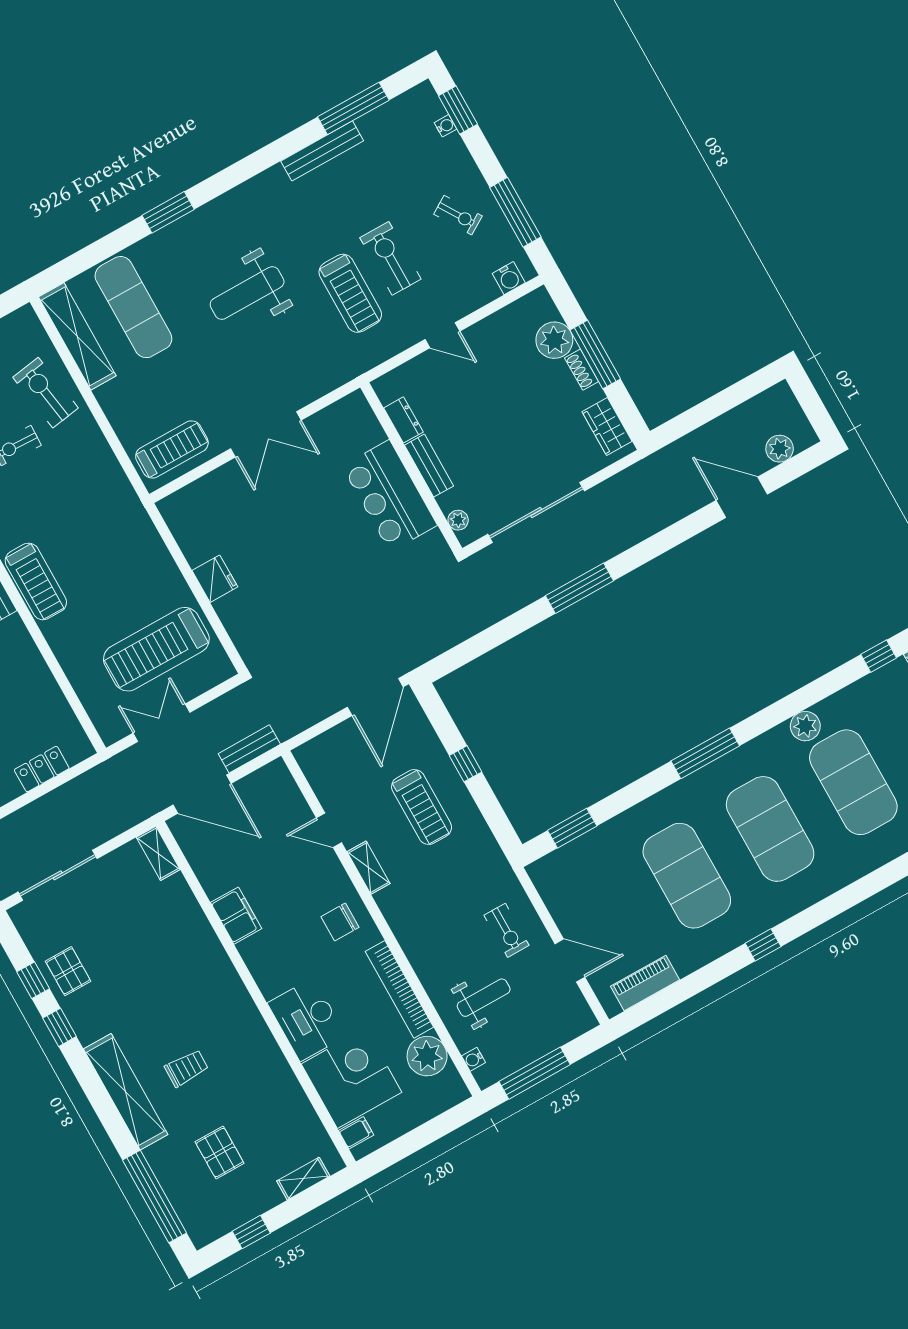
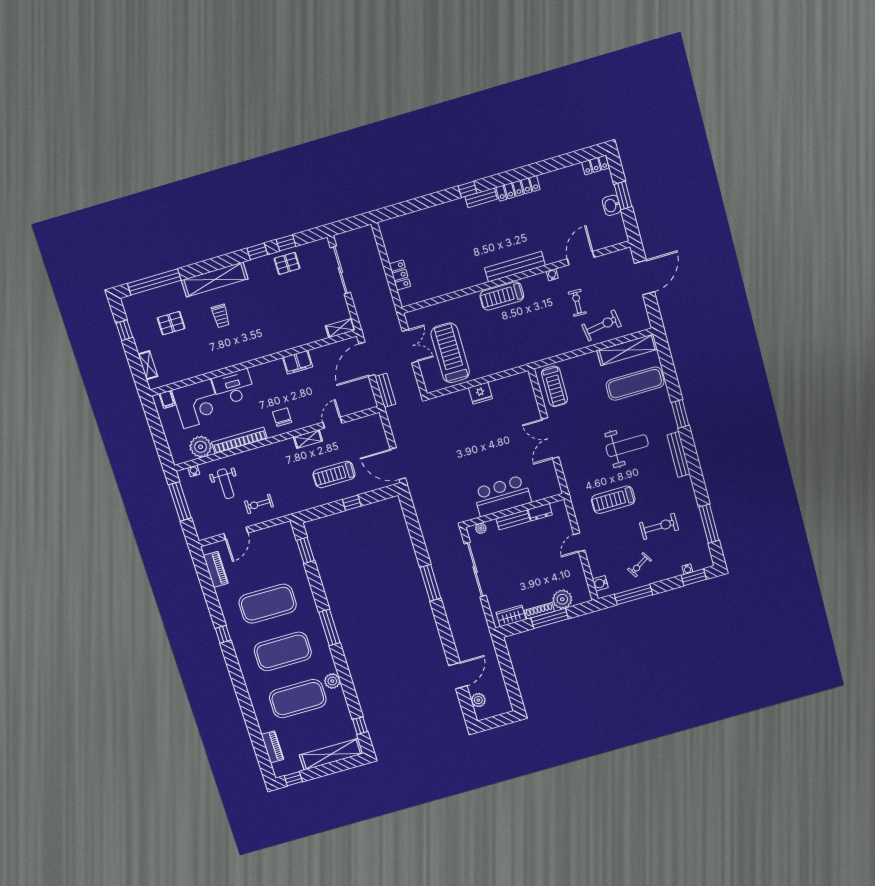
bench: (322, 151) -> (679, 454), moved
exercise bike: (390, 258) -> (659, 526), moved
weight bench: (247, 293) -> (627, 446), turned 90
shoe rack: (582, 370) -> (539, 611), width x1.43

